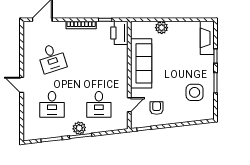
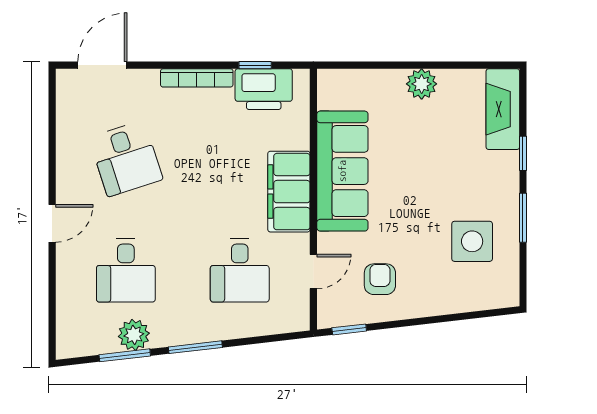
plant: (162, 28) -> (422, 84), moved
printer: (119, 33) -> (264, 89), moved, turned -90
filing cabinet: (119, 72) -> (289, 192), added
door: (22, 85) -> (52, 223), swing flipped
plant: (79, 128) -> (134, 335), moved

